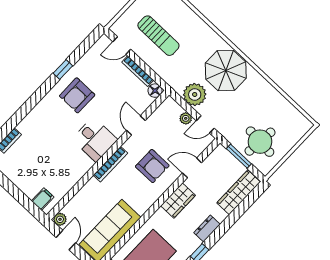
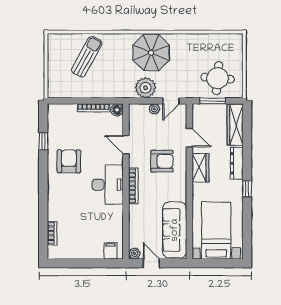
sun lounger: (158, 36) -> (87, 57), moved, turned -61
door: (122, 46) -> (67, 101), removed
window: (63, 69) -> (43, 141), moved
armchair: (77, 95) -> (69, 161), turned 180
desk: (95, 139) -> (108, 185), width x1.37
door: (192, 168) -> (189, 138), swing flipped
dresser: (207, 229) -> (237, 163), width x1.44

